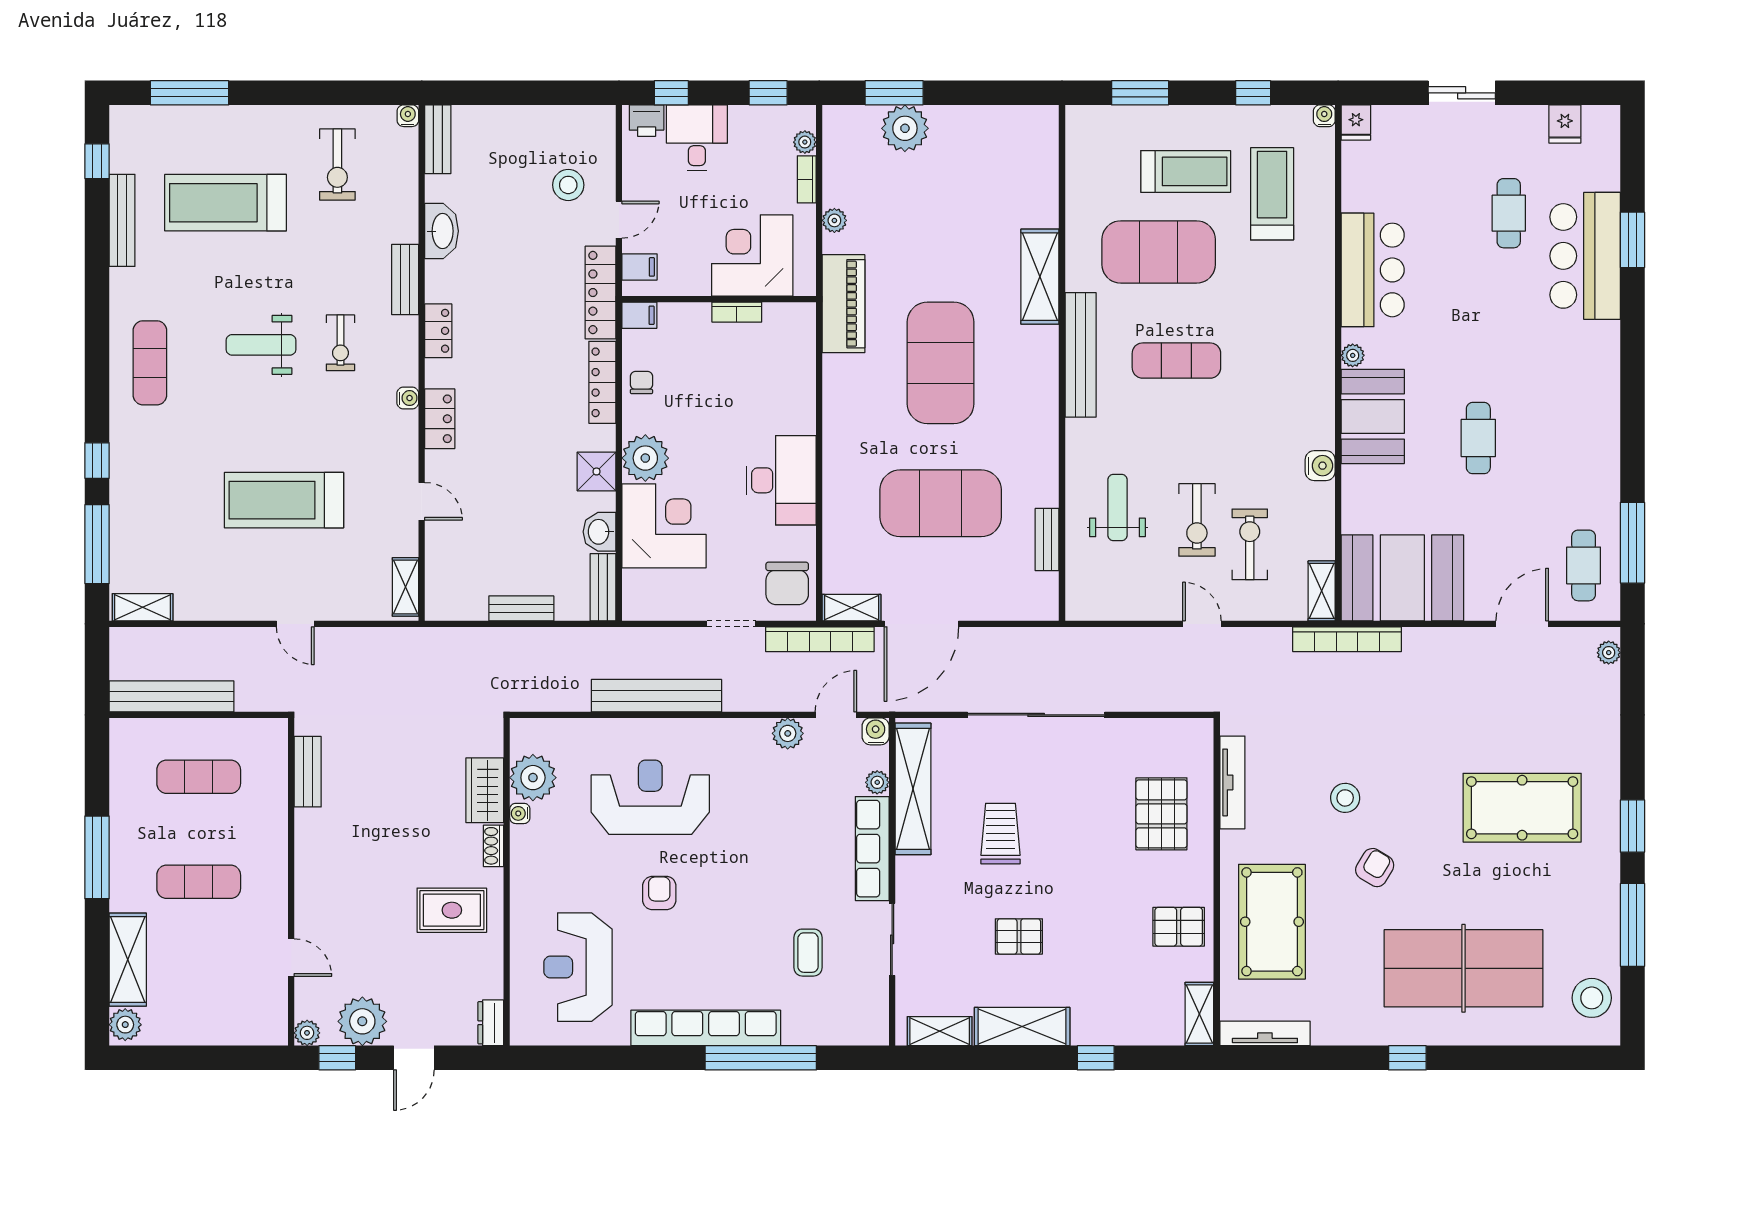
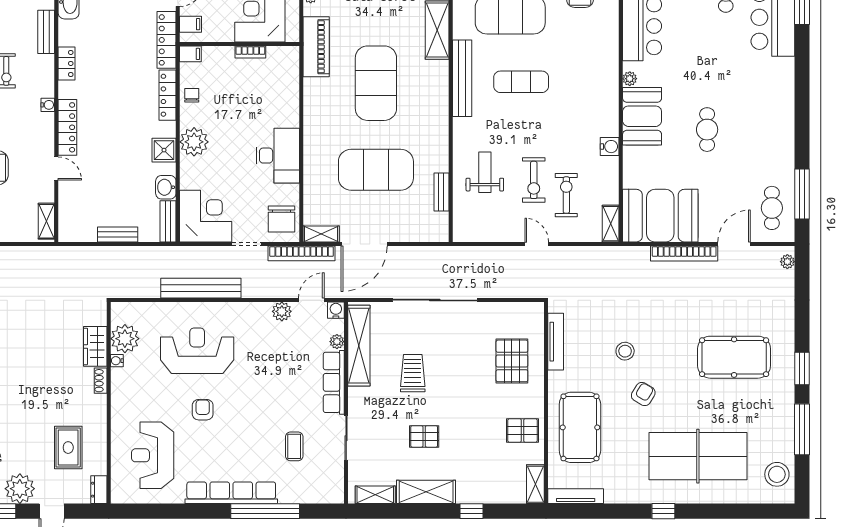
locker: (440, 419) -> (67, 127), width x1.53
corner desk: (664, 526) -> (206, 216), moved
bookcase: (1347, 639) -> (684, 253), moved
rug: (452, 910) -> (68, 448), moved, turned 90

